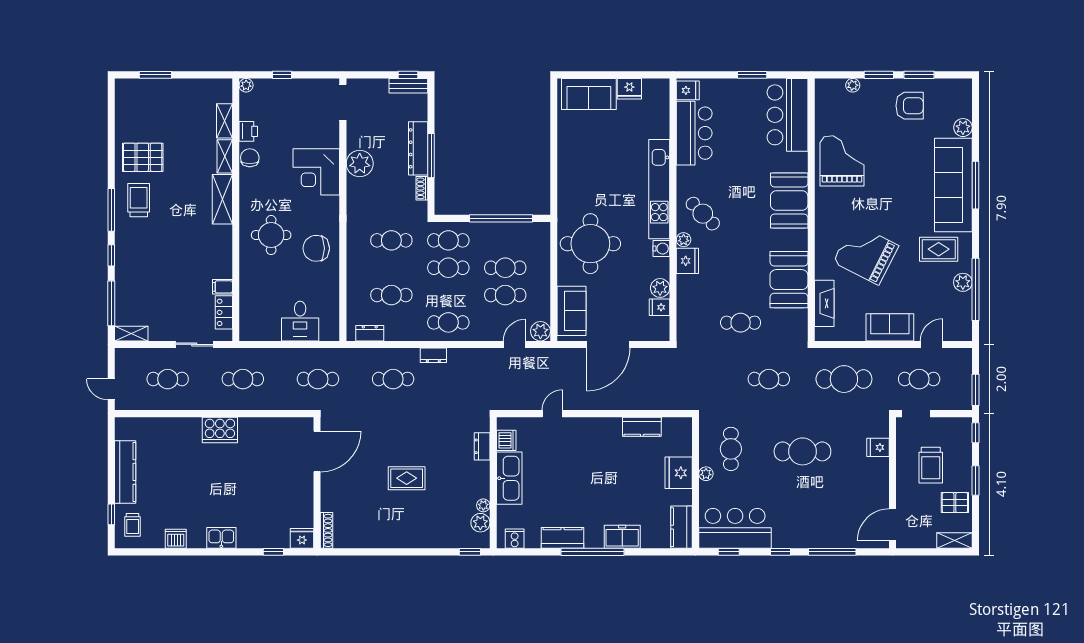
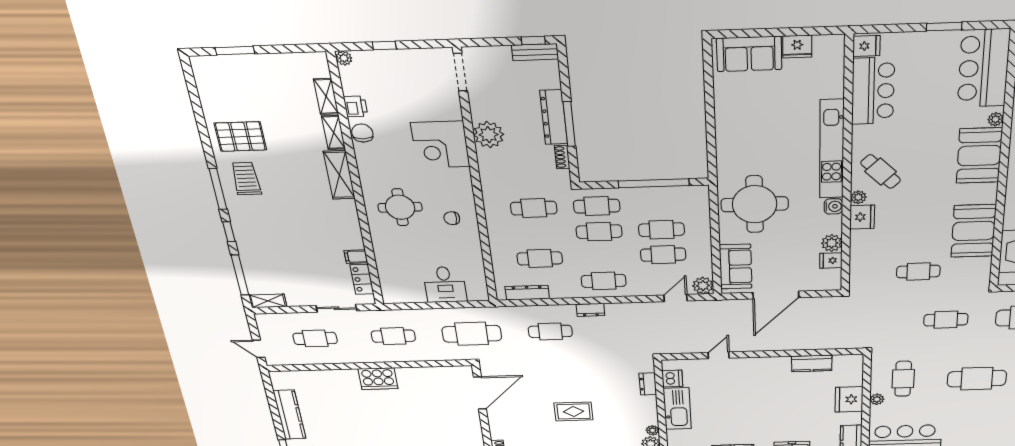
plant: (801, 165) -> (996, 119), added
chair: (316, 248) -> (452, 218), width x0.54, depth x0.54
dresser: (370, 333) -> (527, 293), width x1.44
cafe table: (318, 379) -> (472, 334), width x1.37, depth x1.35

